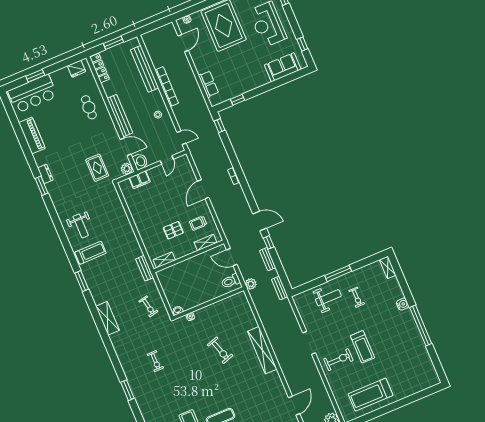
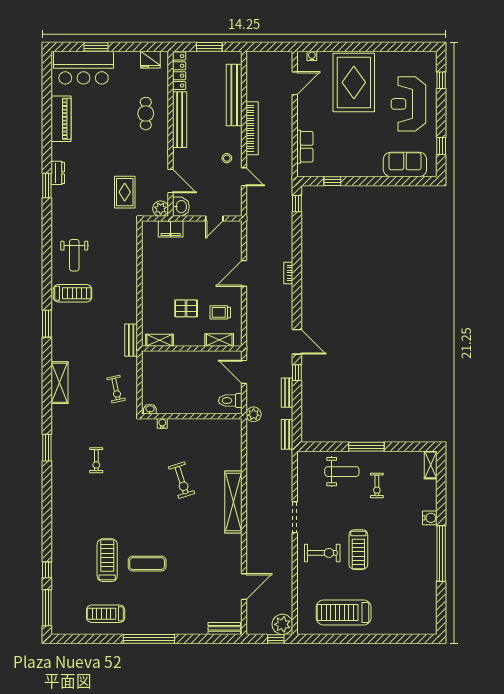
bench: (120, 116) -> (180, 120), moved
door: (182, 138) -> (244, 177), moved
window: (127, 390) -> (47, 448), moved

